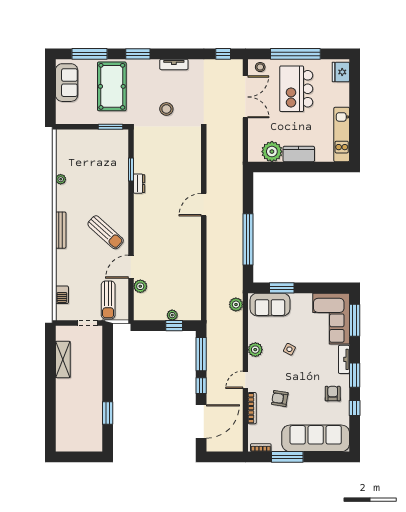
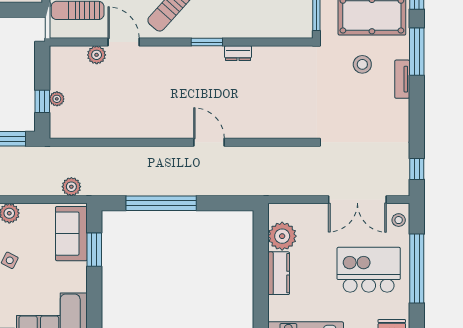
window: (138, 54) -> (417, 52), width x1.44
tv unit: (174, 64) -> (402, 79), moved
stool: (166, 109) -> (362, 64), moved
window: (131, 170) -> (207, 42), moved

